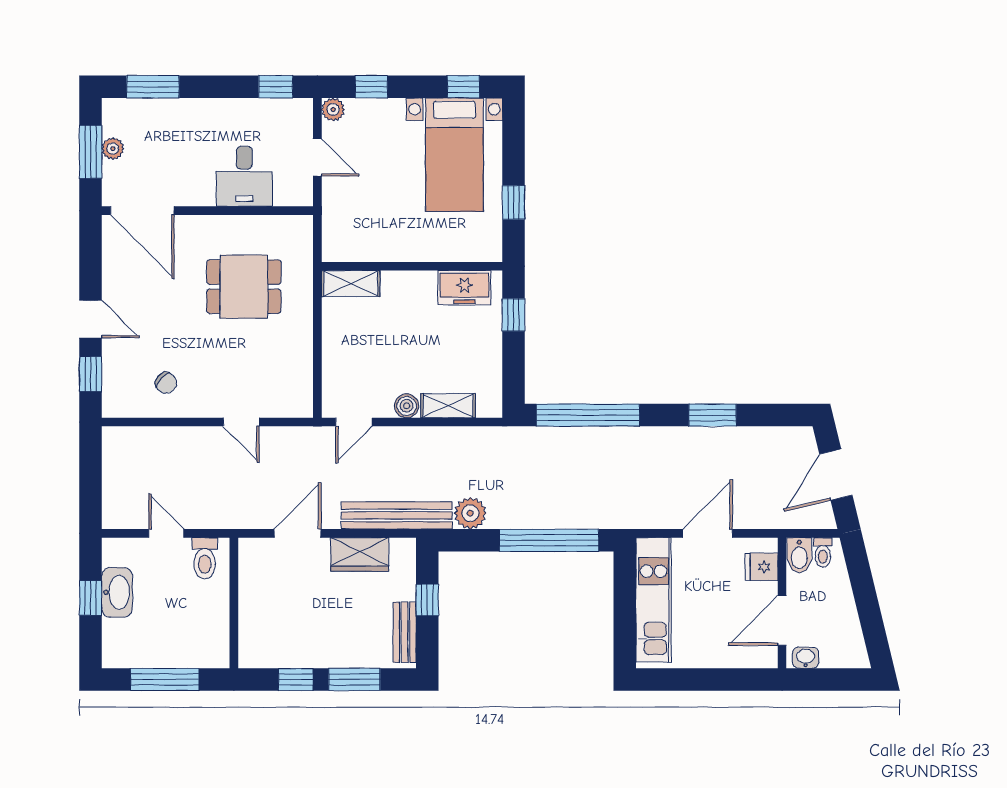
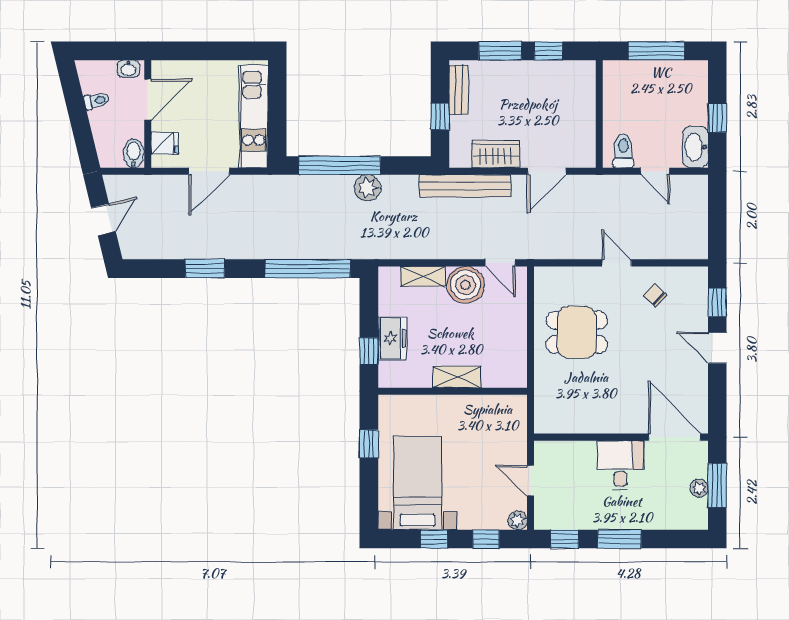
window: (153, 87) -> (620, 539), moved
window: (464, 87) -> (434, 539), moved
desk: (244, 176) -> (620, 465), moved
shelving: (351, 284) -> (457, 377), moved
dining table: (244, 287) -> (577, 332), moved
freezer: (464, 288) -> (392, 338), moved, turned 90
boiler: (407, 406) -> (466, 285), width x1.86, depth x1.86
door: (241, 422) -> (617, 263), moved
door: (354, 422) -> (500, 263), swing flipped
door: (836, 475) -> (103, 220), width x0.73
plant: (470, 513) -> (368, 188), moved
toilet: (823, 552) -> (97, 101), moved, turned 76
washbasin: (117, 592) -> (695, 147), moved

